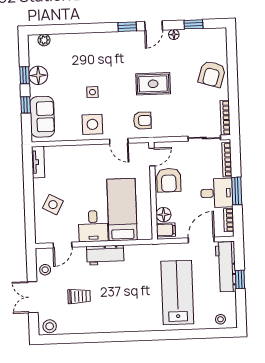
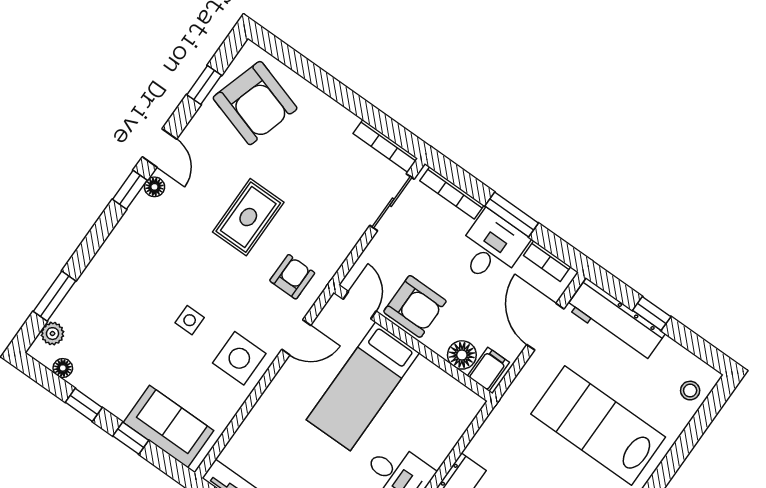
window: (60, 29) -> (55, 296), added
floor lamp: (174, 35) -> (154, 187), moved
armchair: (212, 74) -> (255, 103), moved, width x1.36, depth x1.36
floor lamp: (38, 75) -> (63, 368), moved, width x0.53, depth x0.53
bed: (122, 210) -> (363, 386), moved, turned -90

